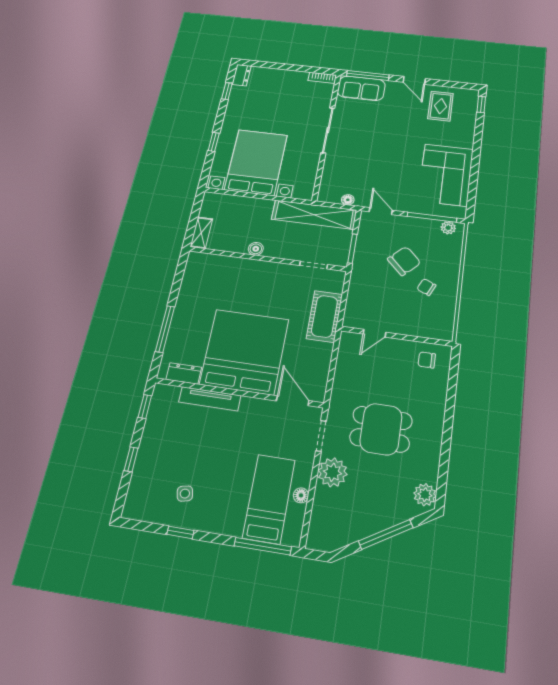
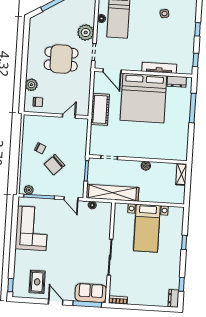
bed with nightstands: (256, 162) -> (147, 228), width x0.73
cot: (324, 316) -> (100, 109), moved
plant: (425, 495) -> (31, 85), moved

